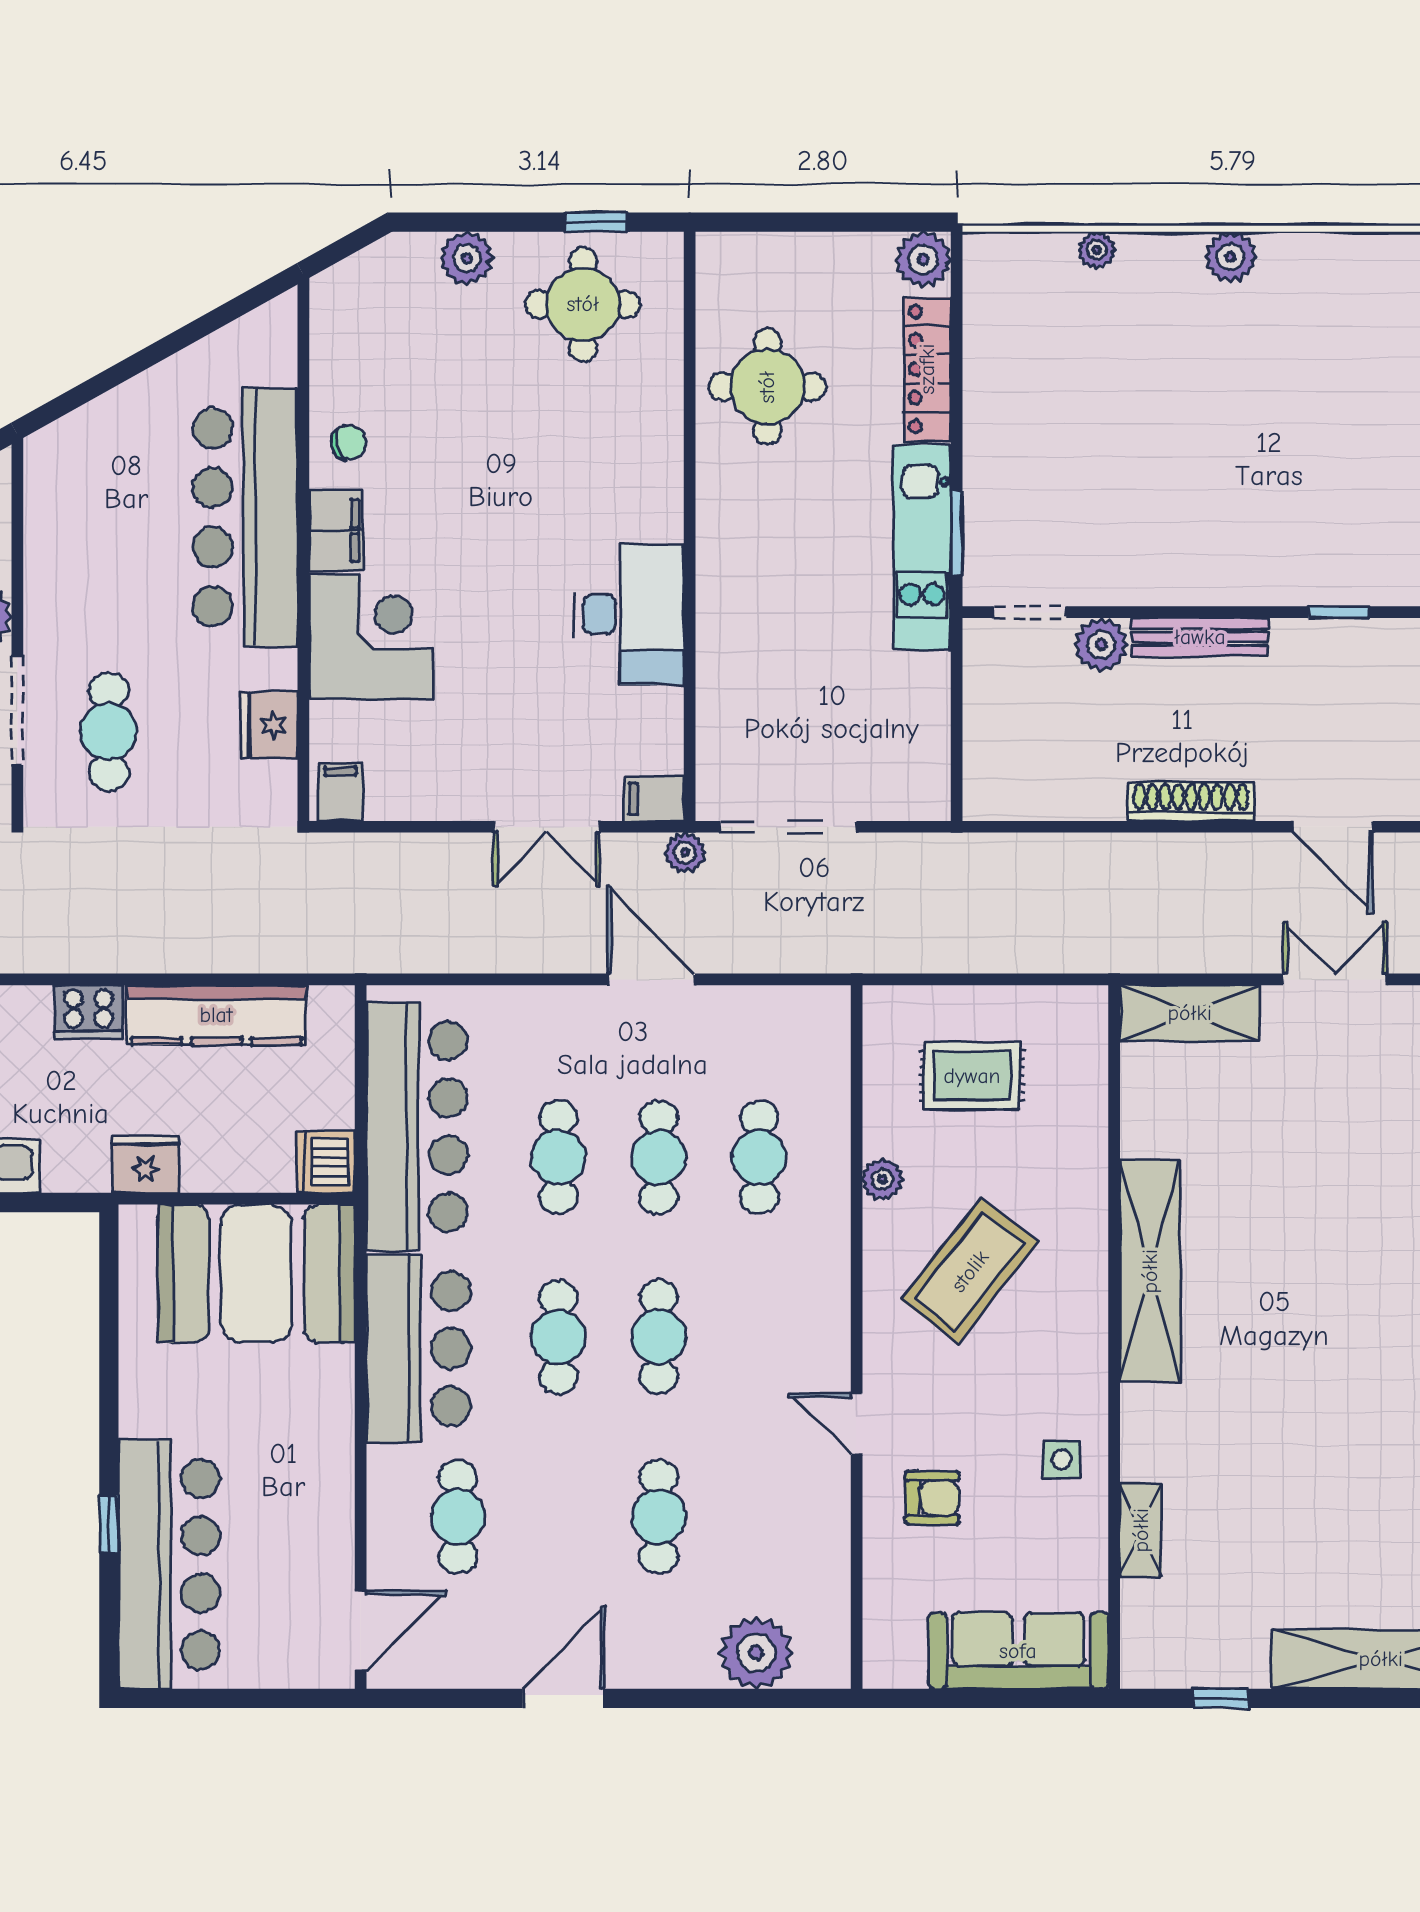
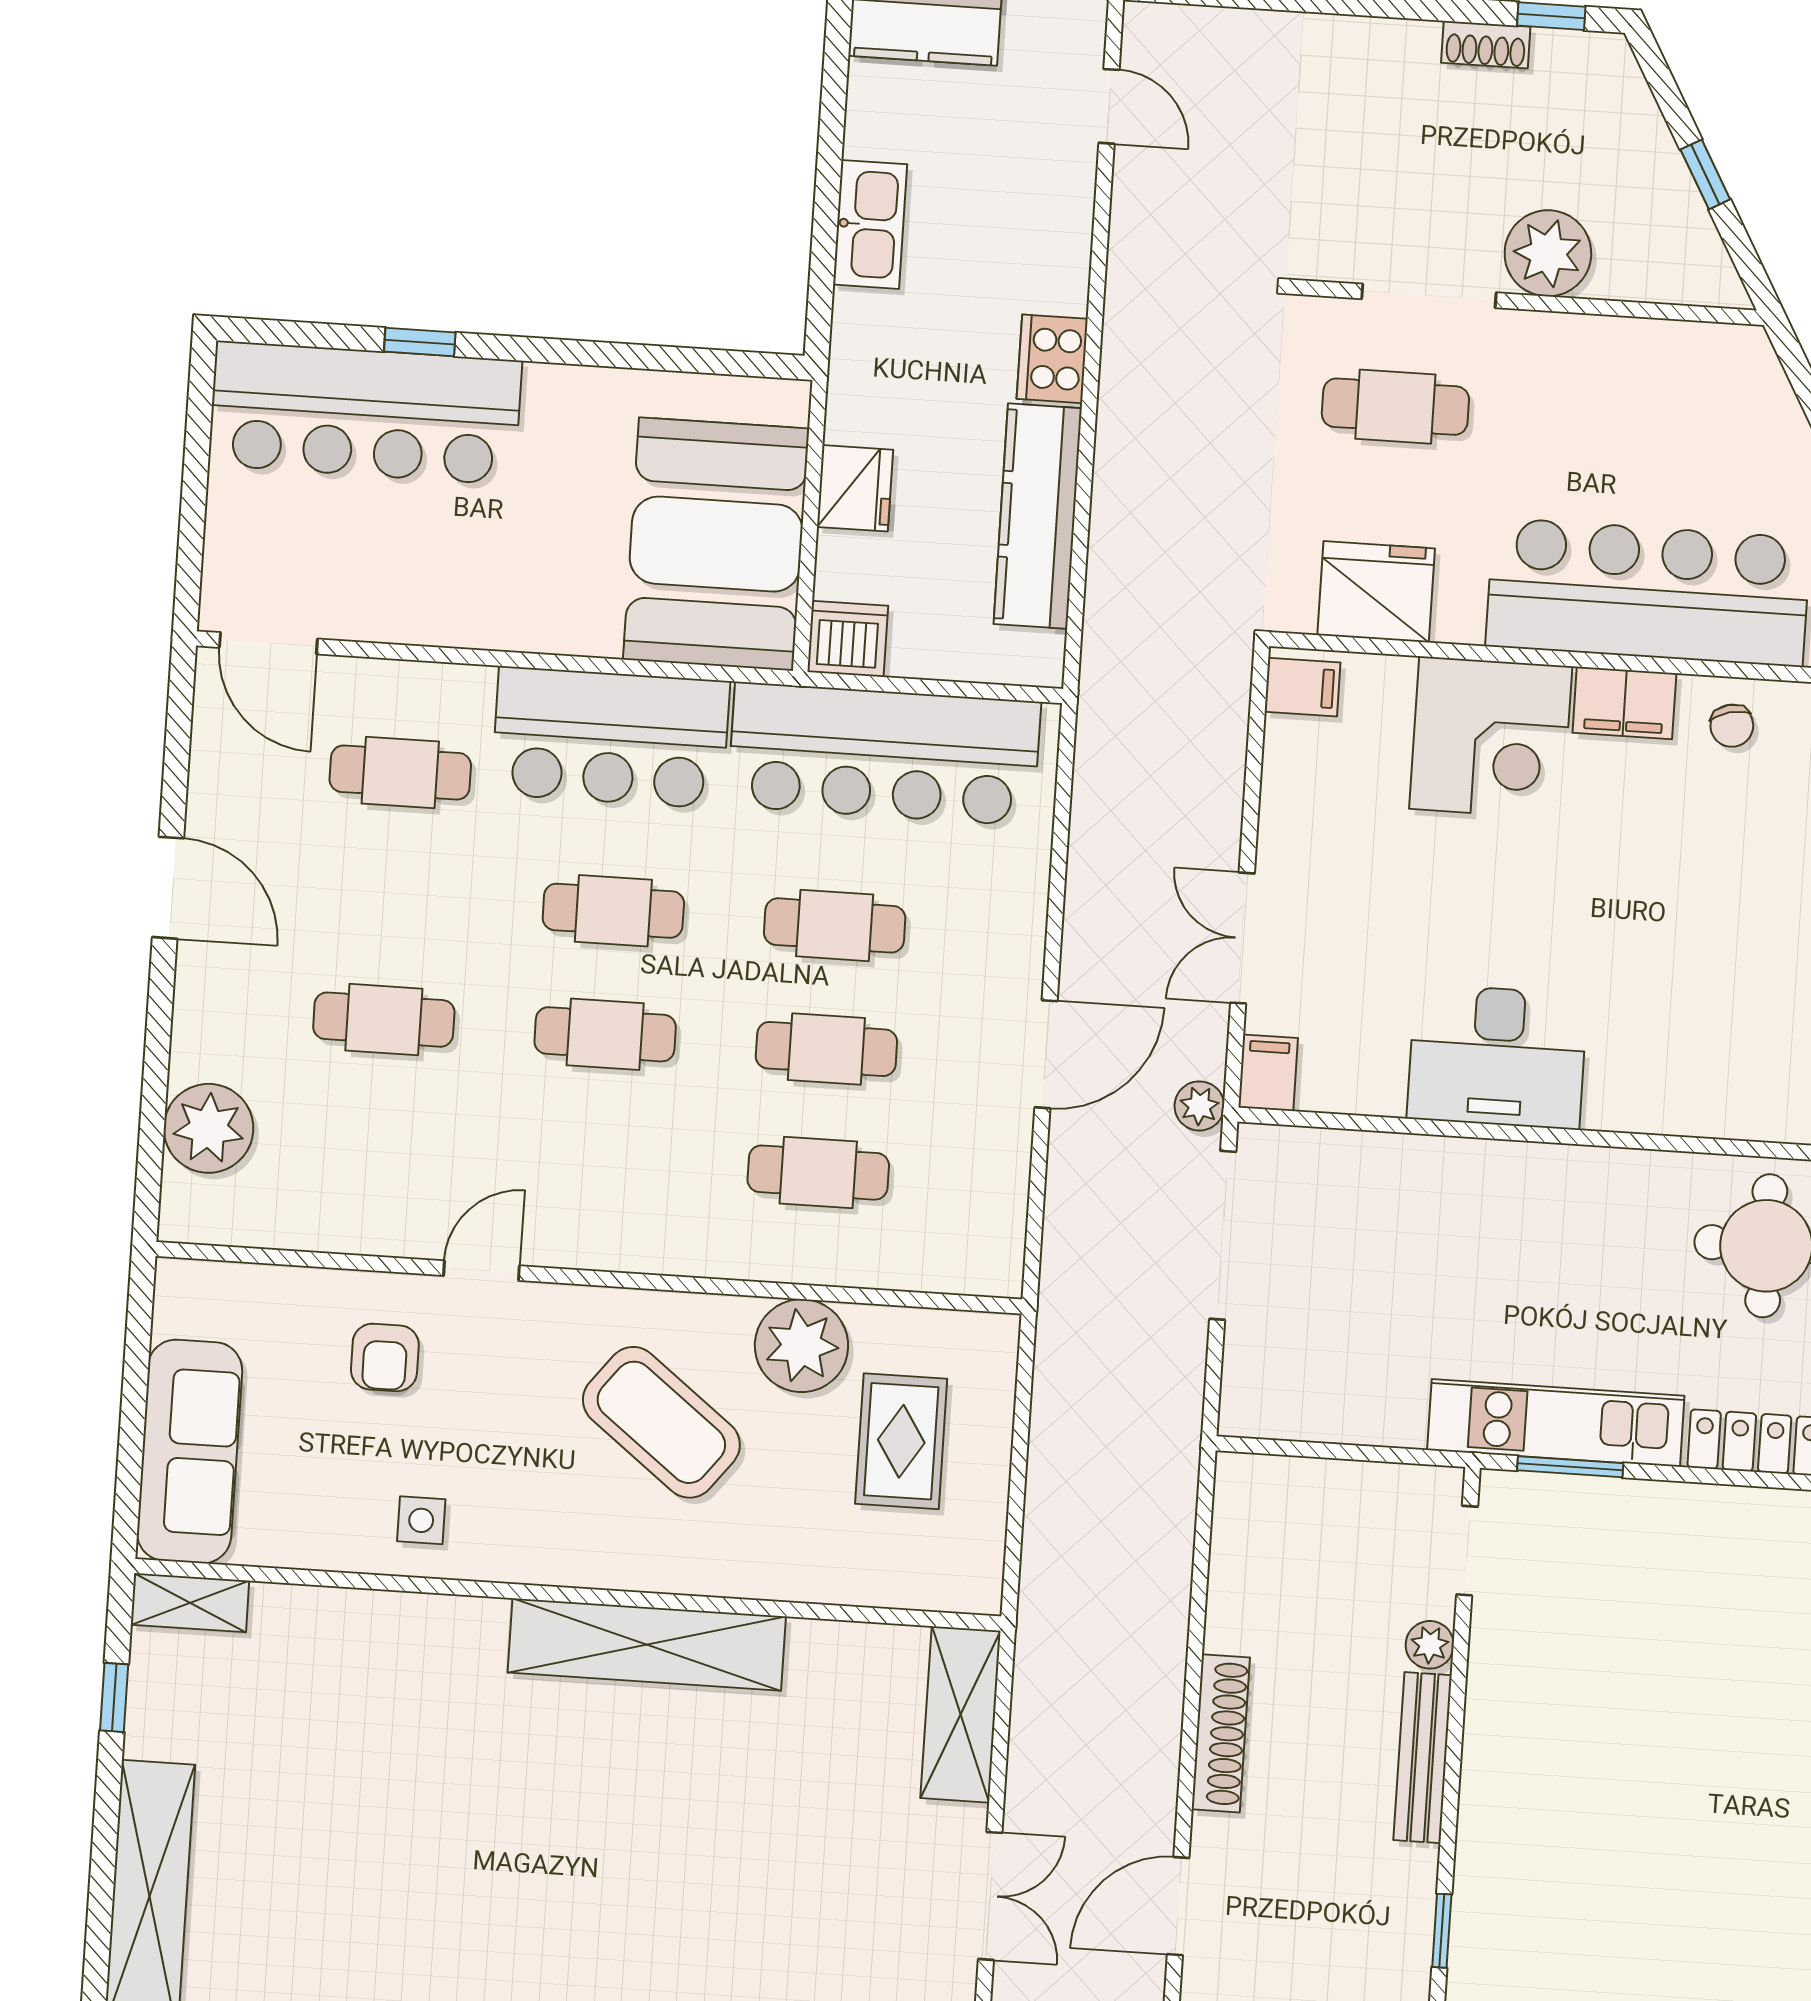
plant: (1101, 645) -> (1430, 1645), width x0.73, depth x0.73
fridge: (269, 725) -> (1376, 592), width x1.36, depth x1.34
fridge: (145, 1164) -> (855, 488), moved
plant: (882, 1179) -> (801, 1346), width x1.88, depth x1.88
shelving: (1141, 1530) -> (190, 1603), moved

